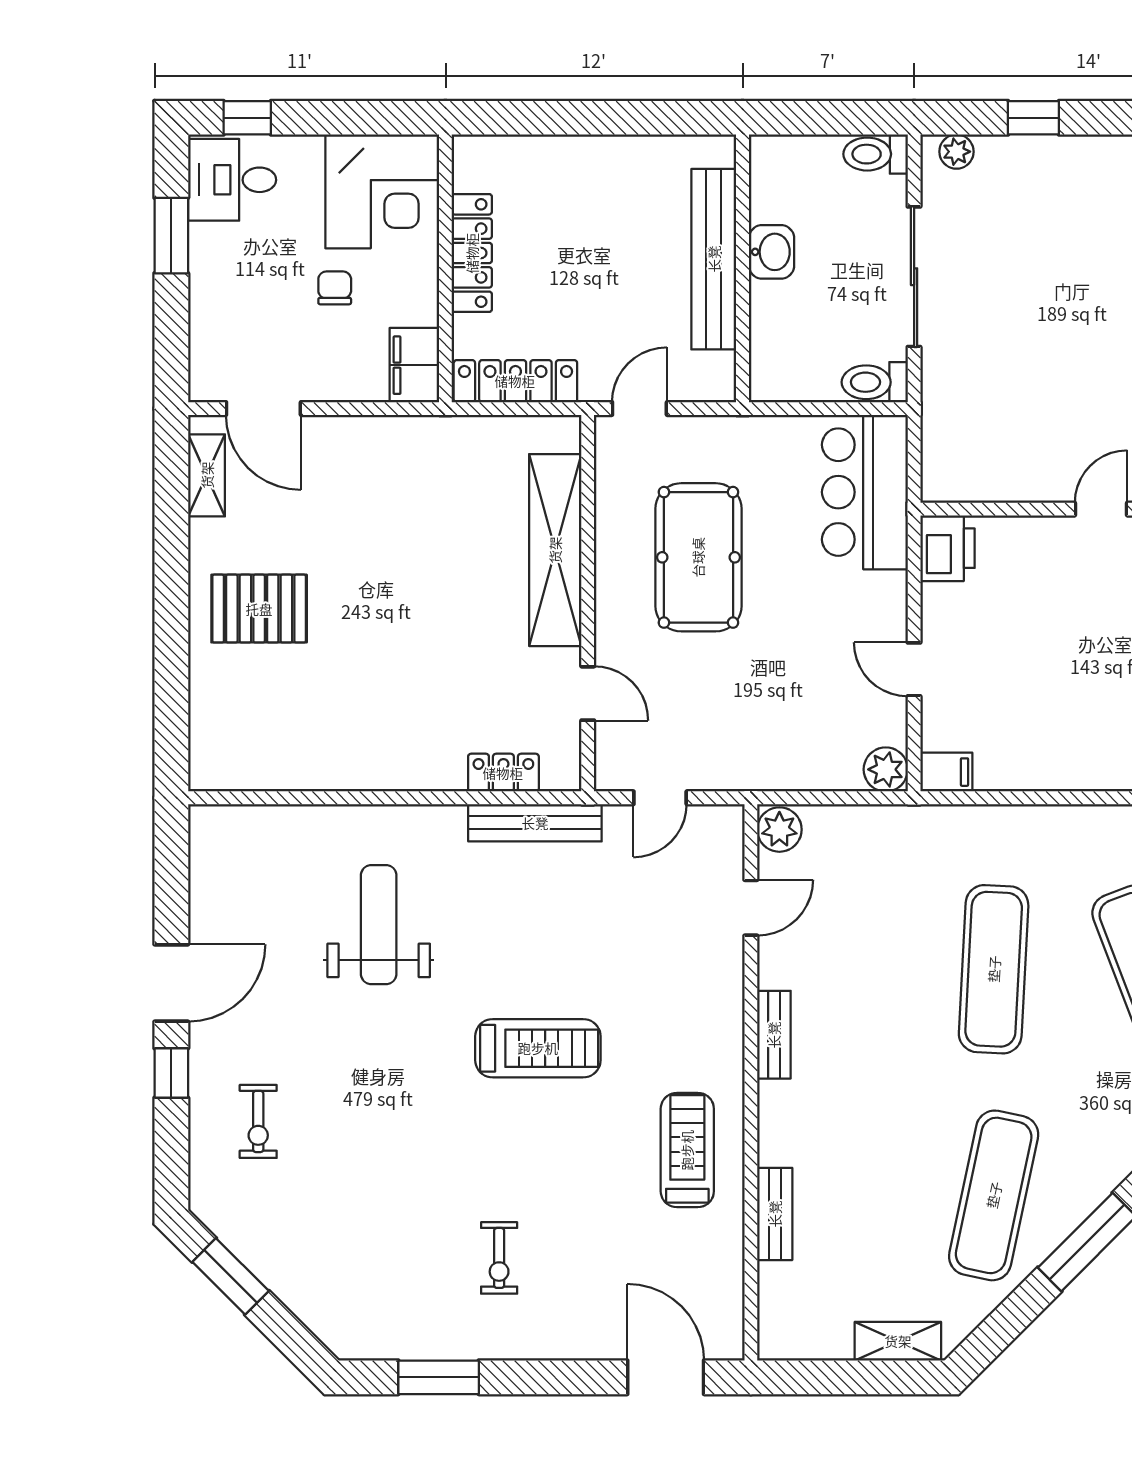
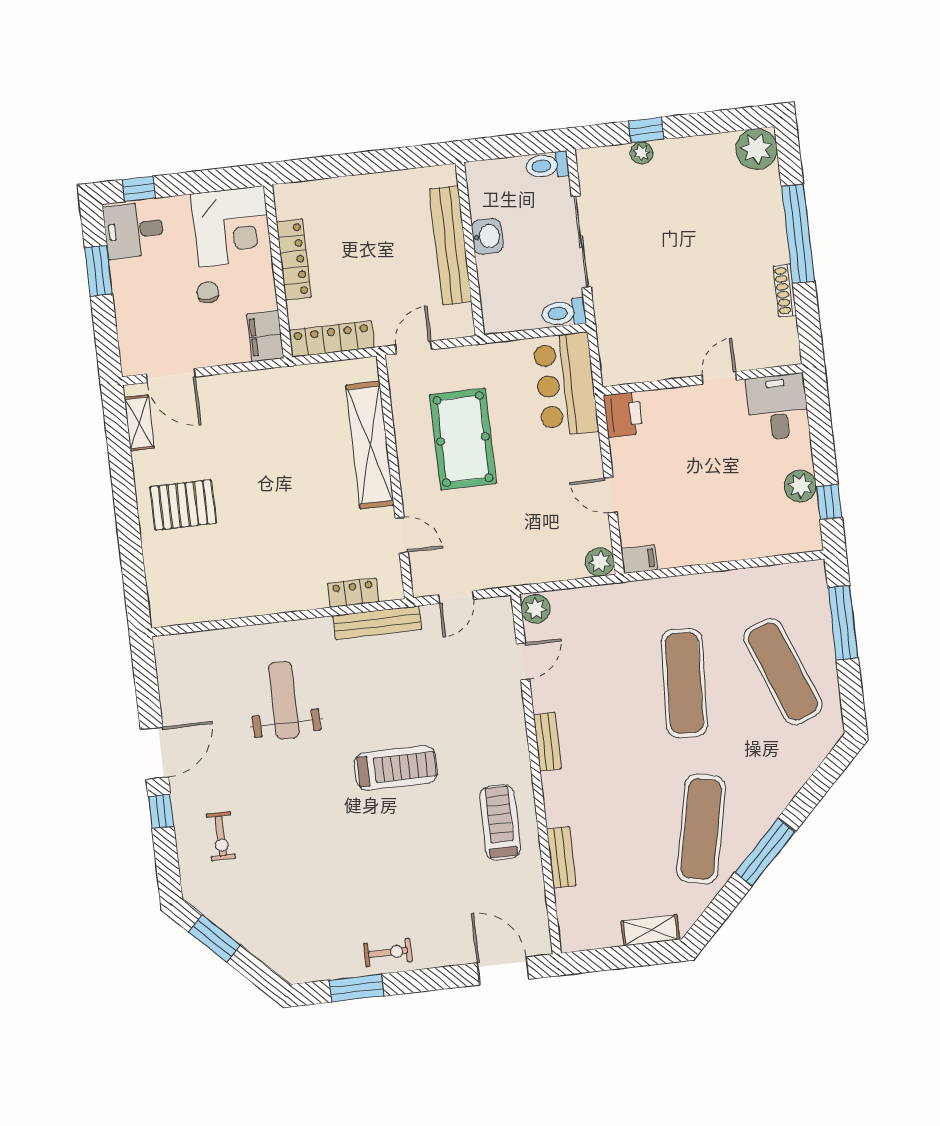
plant: (956, 152) -> (642, 153), moved
exercise bike: (499, 1258) -> (388, 953), moved, turned -90

